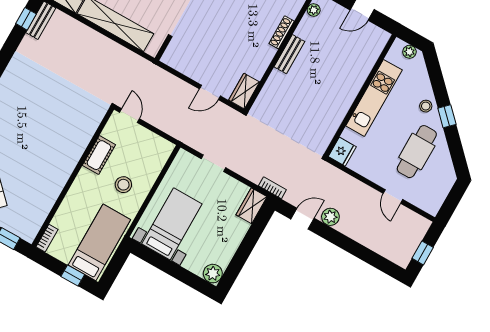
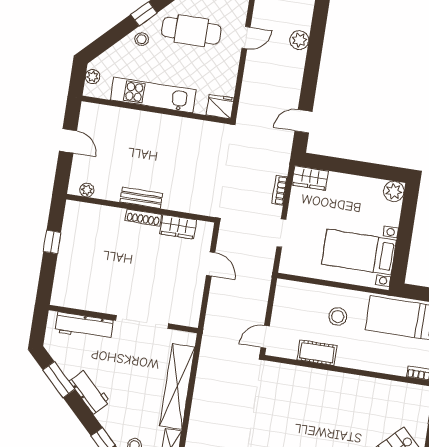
shoe rack: (282, 32) -> (143, 217), moved
wardrobe: (244, 91) -> (178, 227), moved
bookcase: (272, 188) -> (280, 190), moved
plant: (330, 217) -> (299, 40), moved
door: (302, 219) -> (303, 121), hinge flipped

